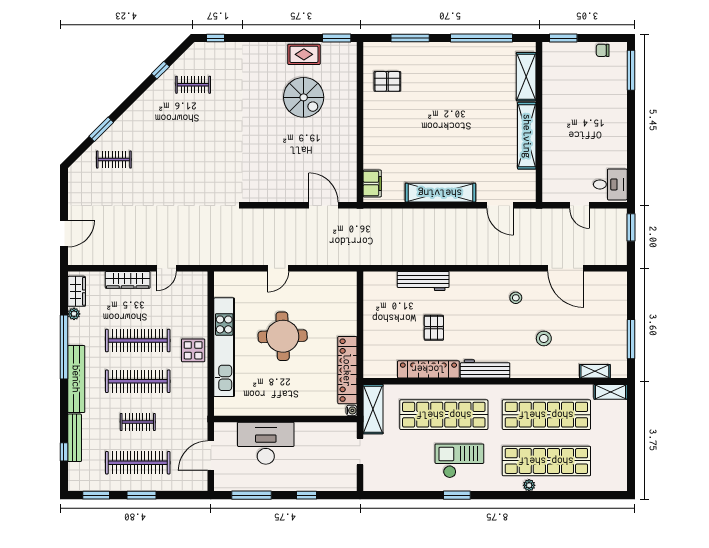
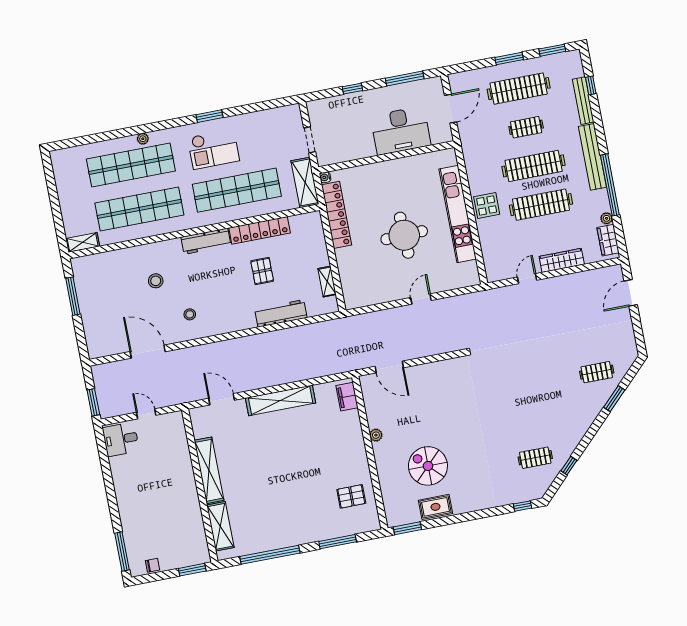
plant: (350, 139) -> (376, 435), added
shelving: (595, 371) -> (327, 282), moved, turned 90

